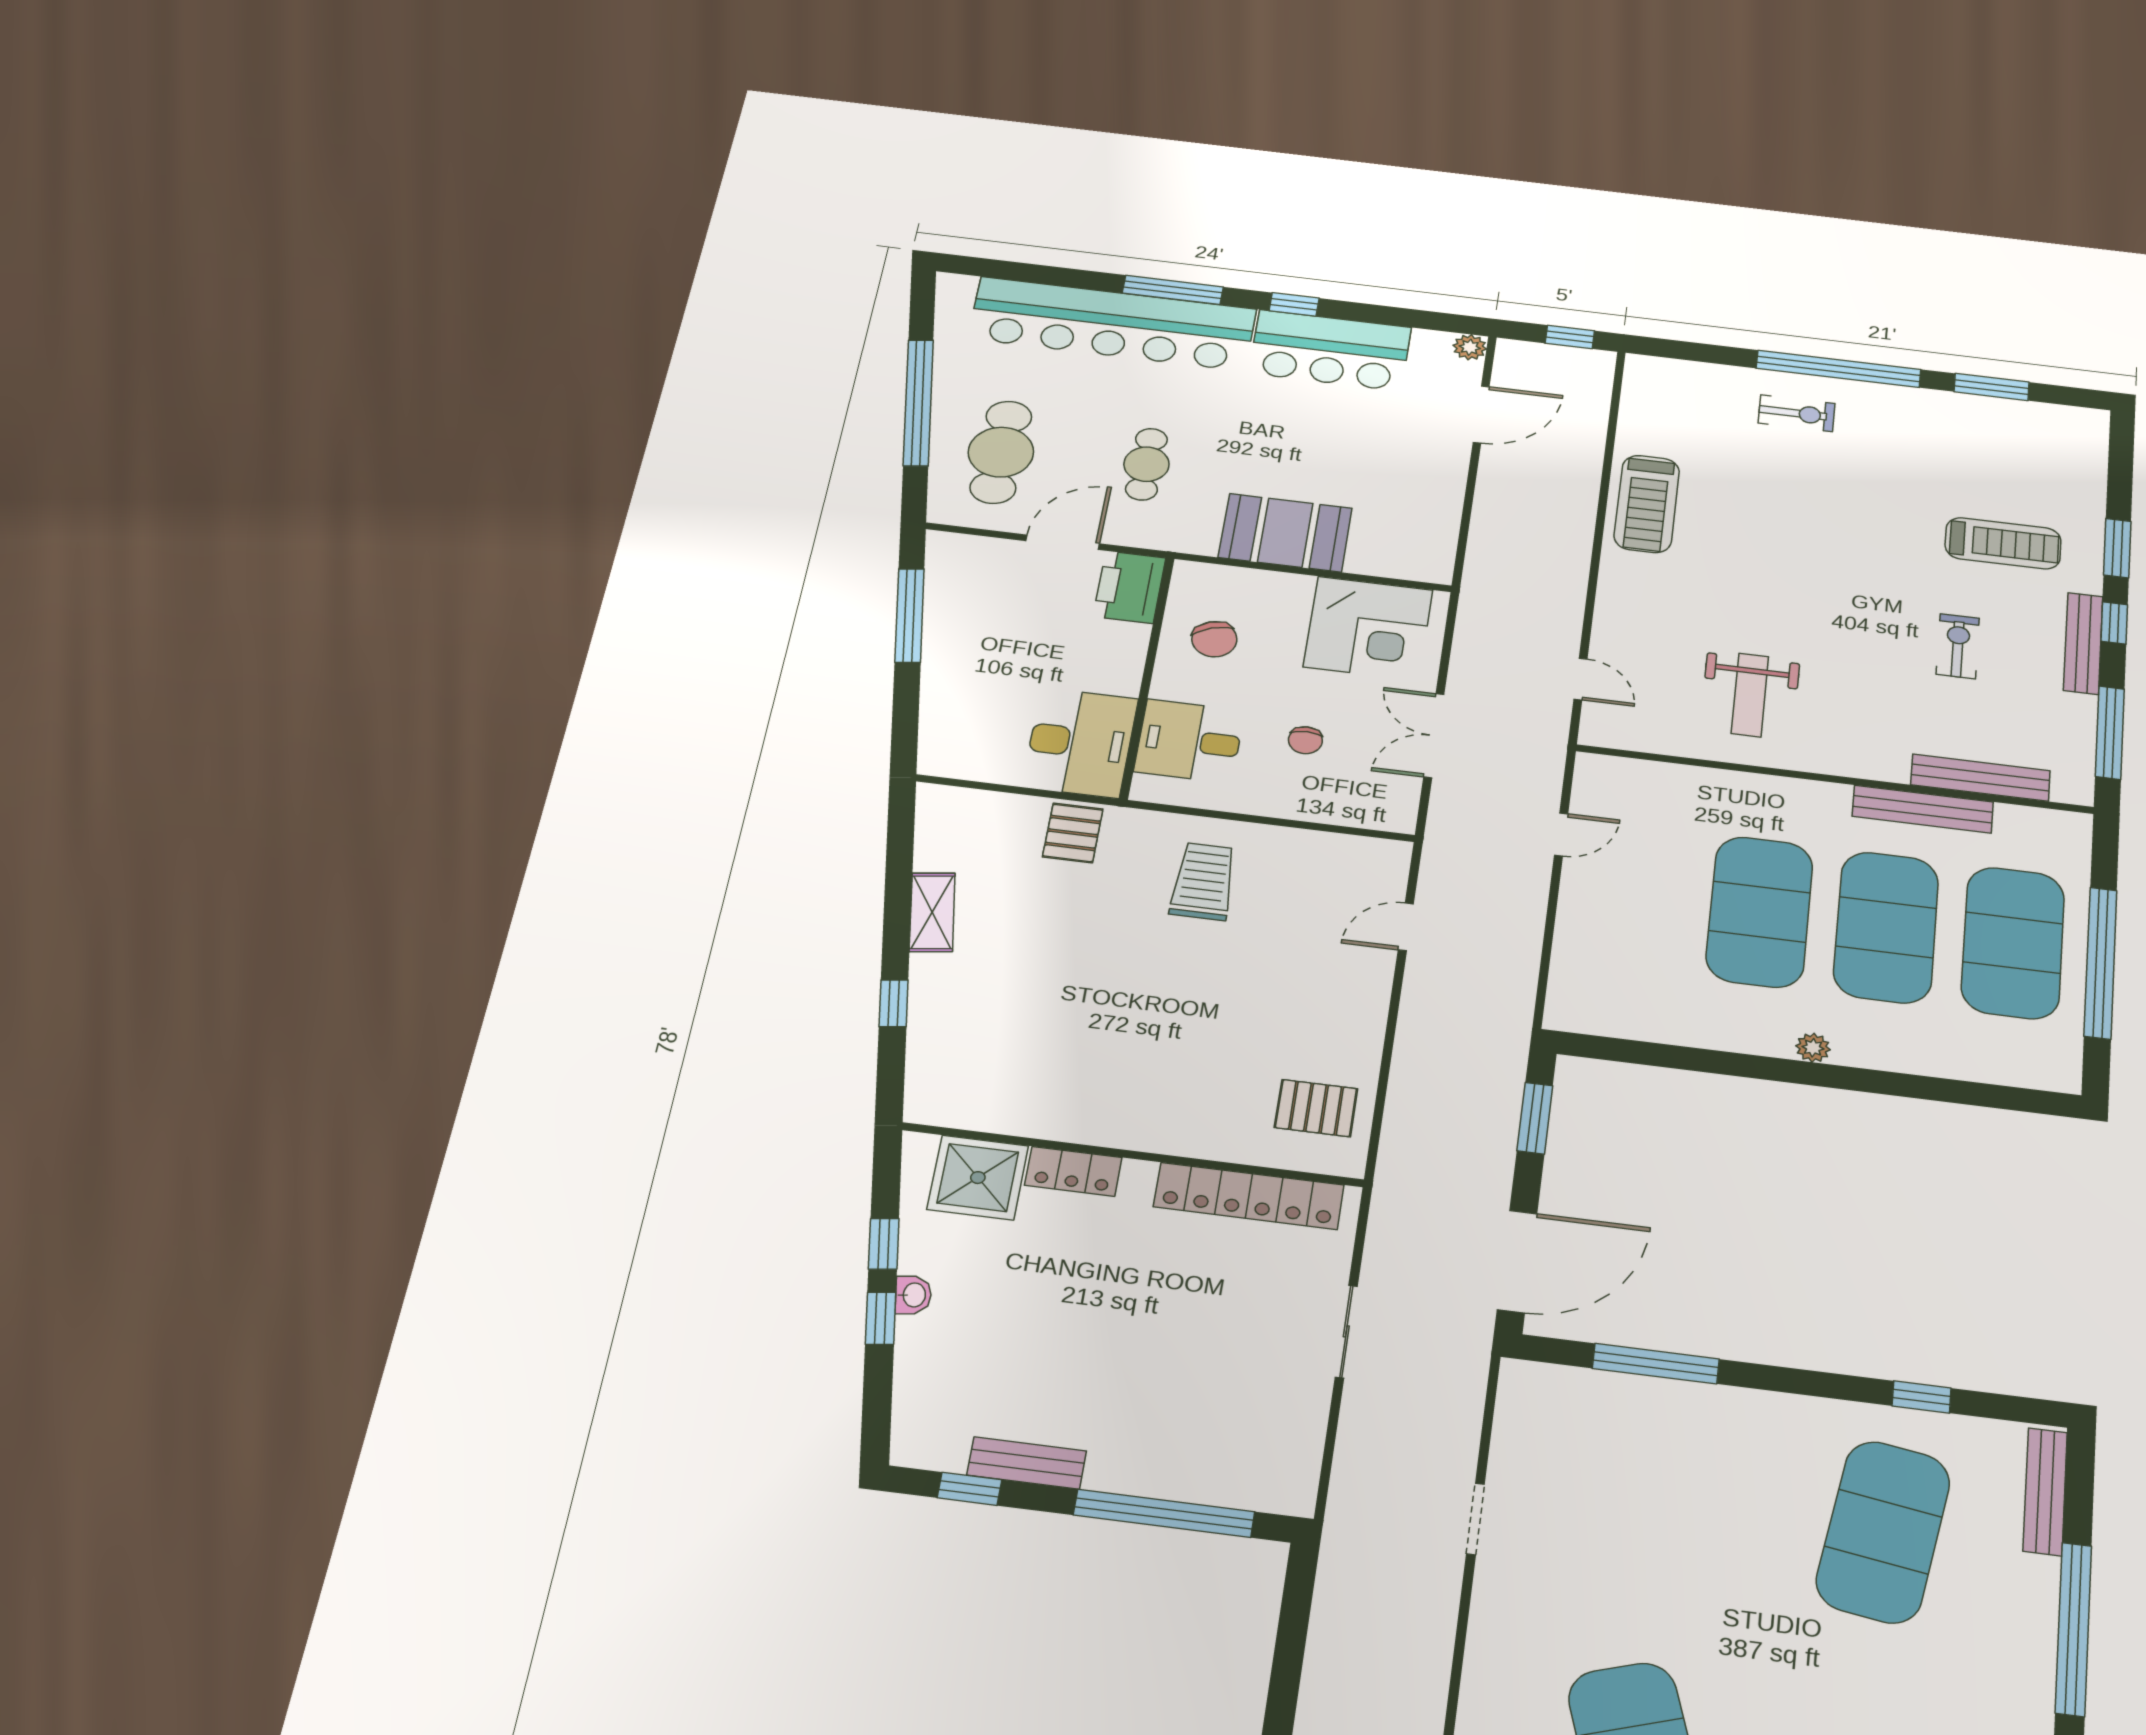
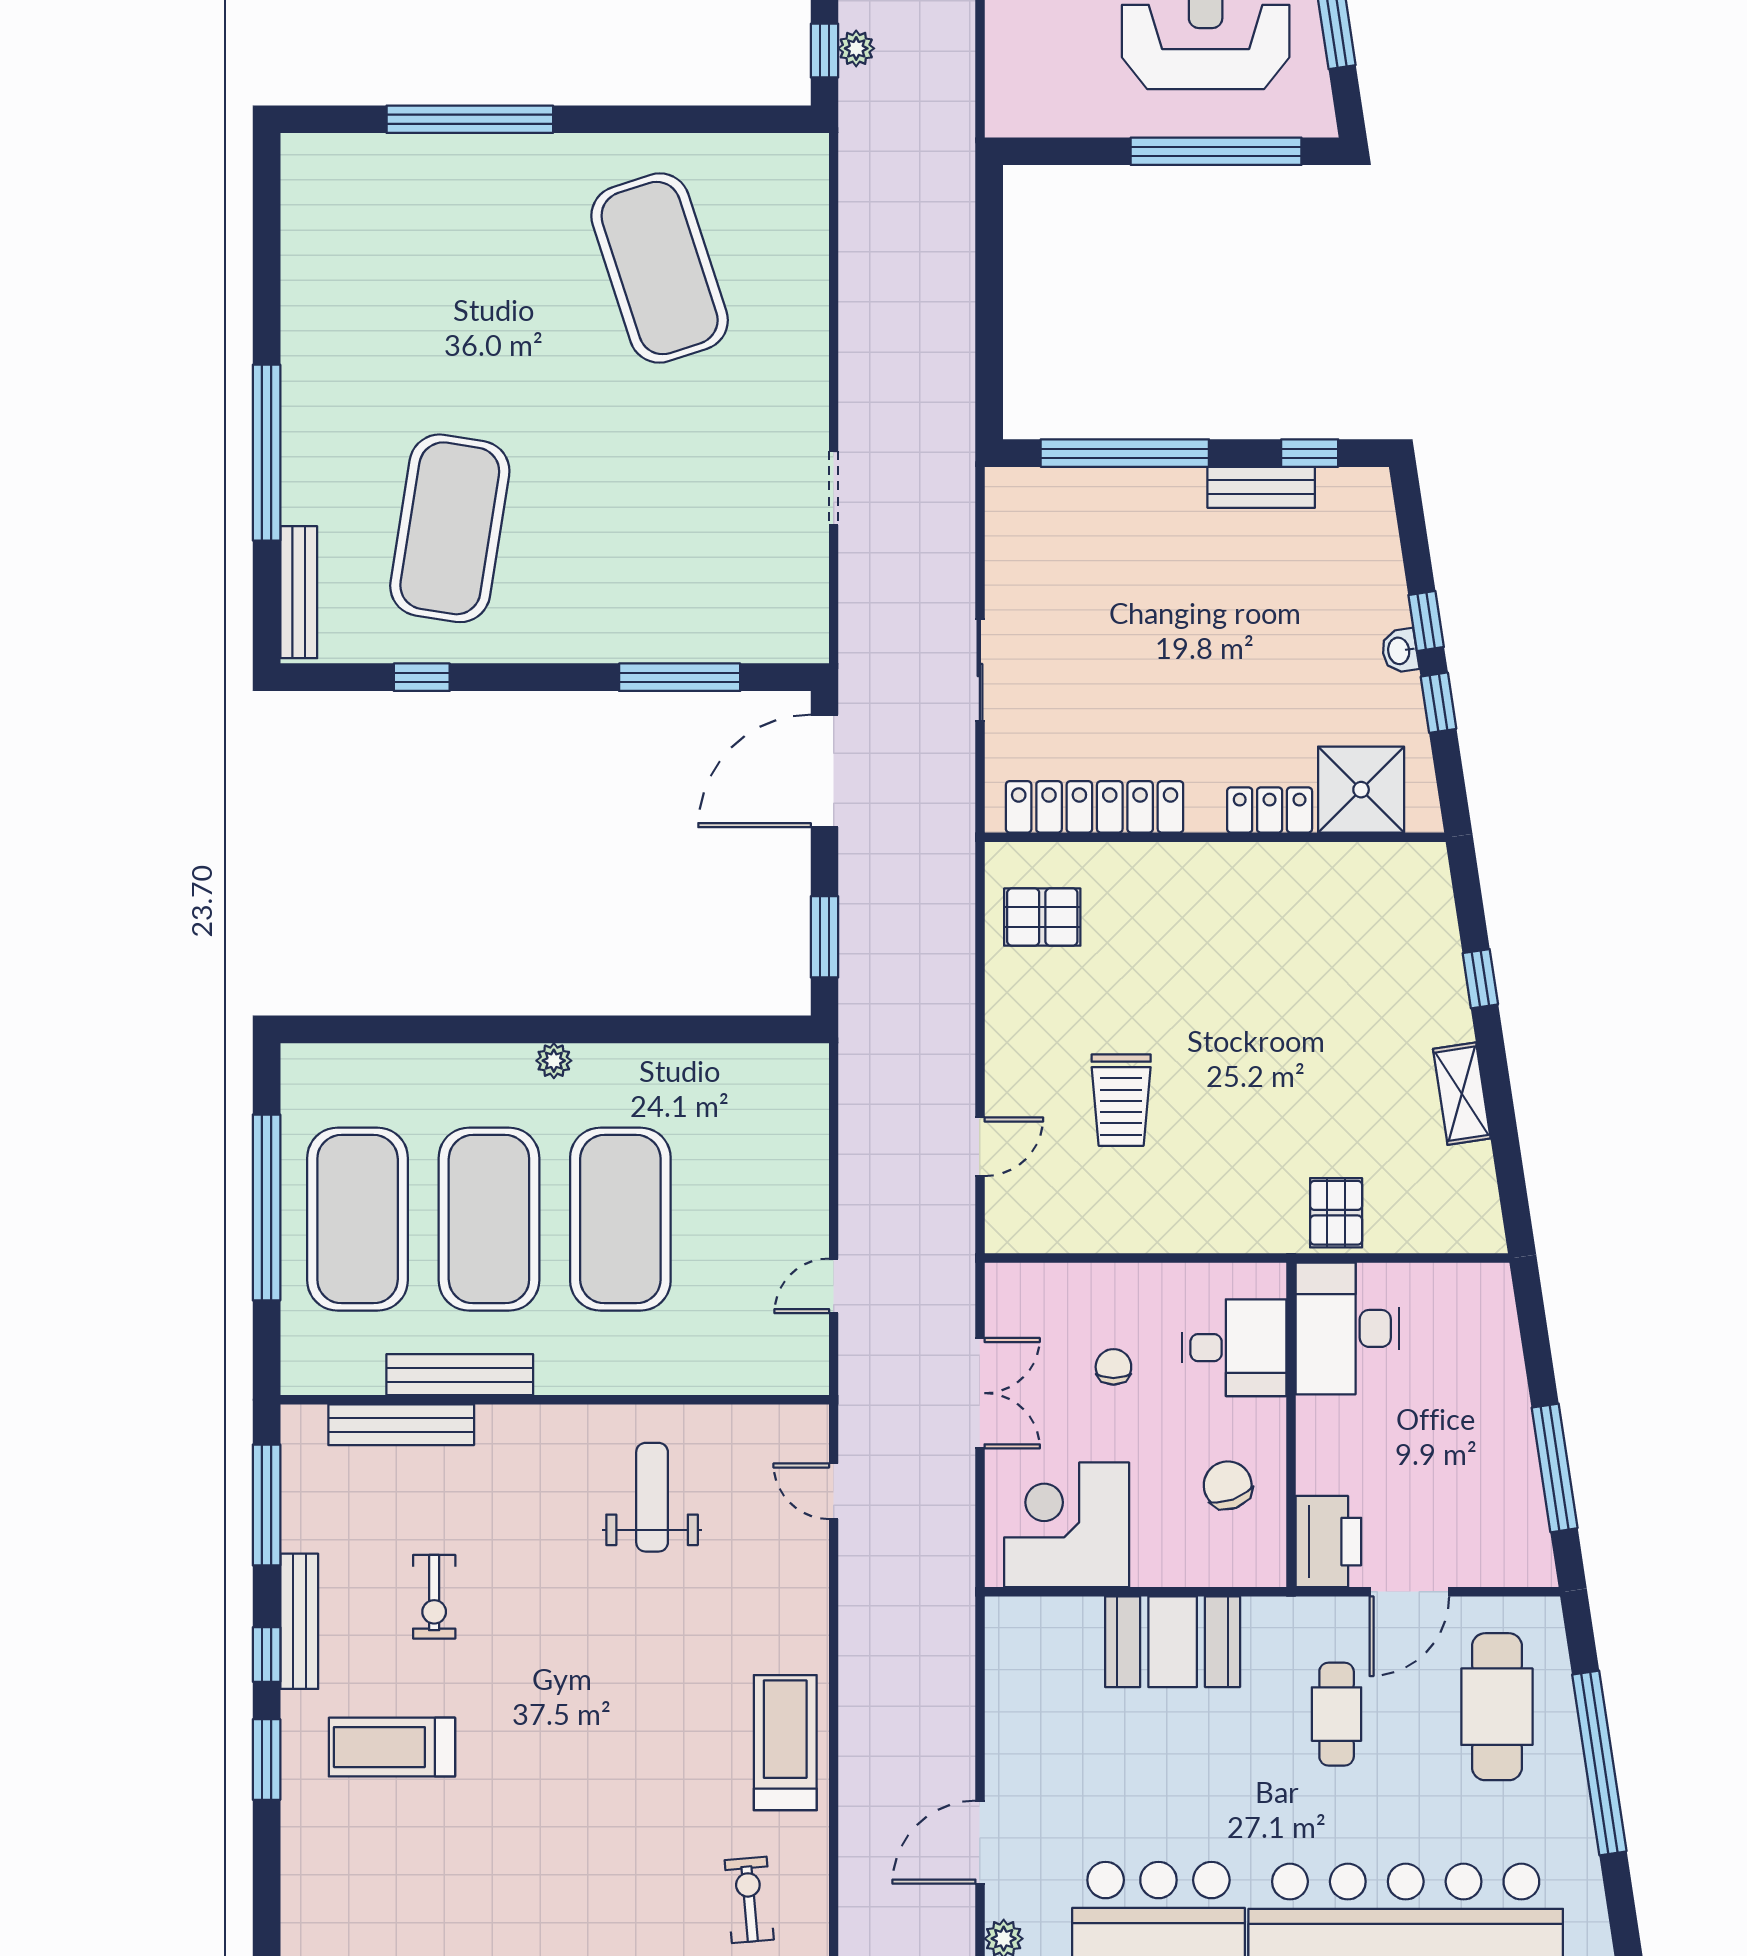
exercise bike: (1797, 413) -> (749, 1900), moved, turned 85
trolley: (1203, 881) -> (1121, 1100), moved

